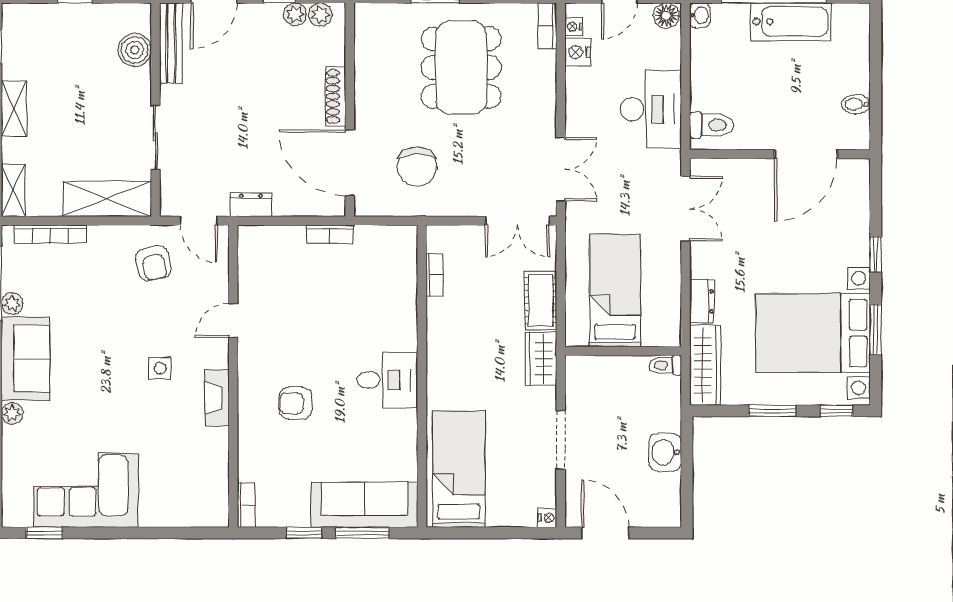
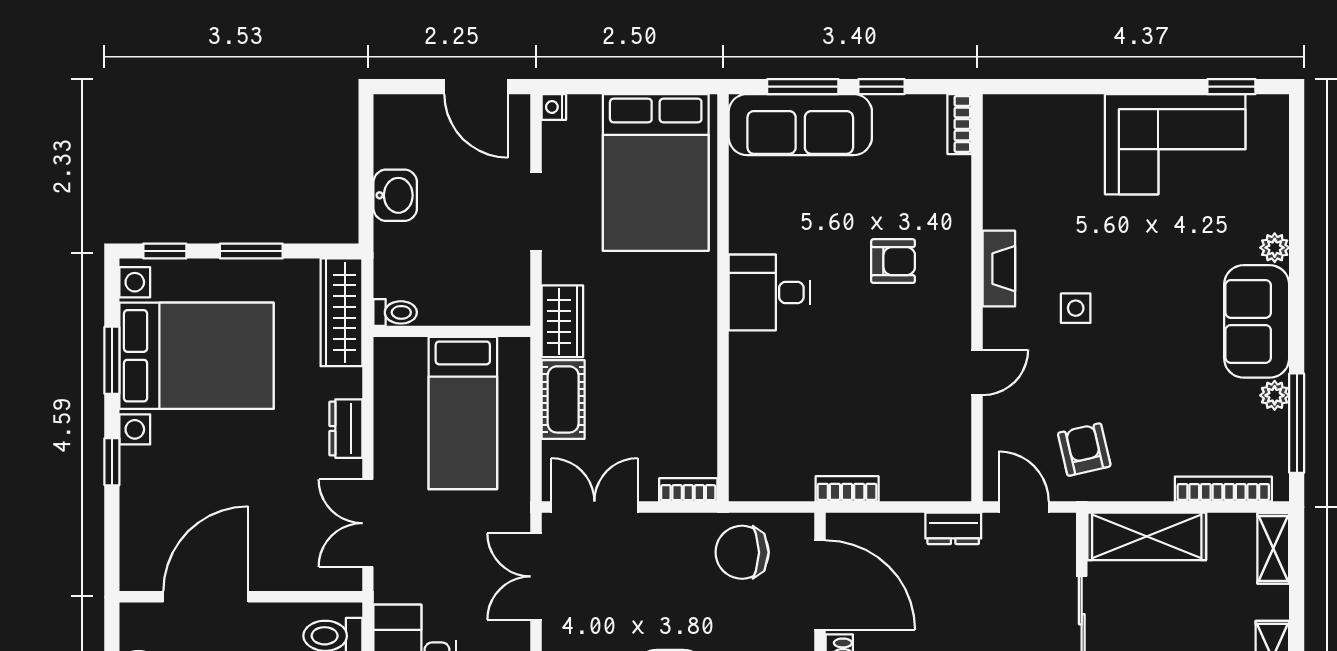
chair: (417, 167) -> (742, 552), moved, turned -90
bookcase: (435, 275) -> (688, 490), moved, turned 90
dresser: (702, 301) -> (346, 429), moved
bed: (459, 469) -> (656, 172), width x1.50

